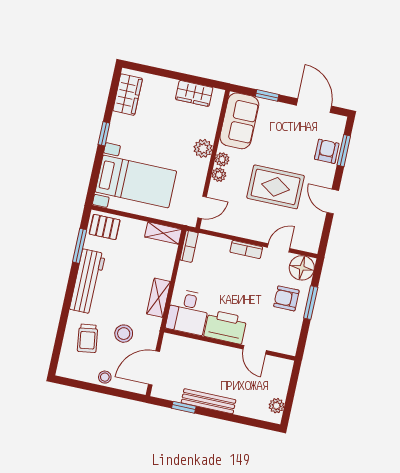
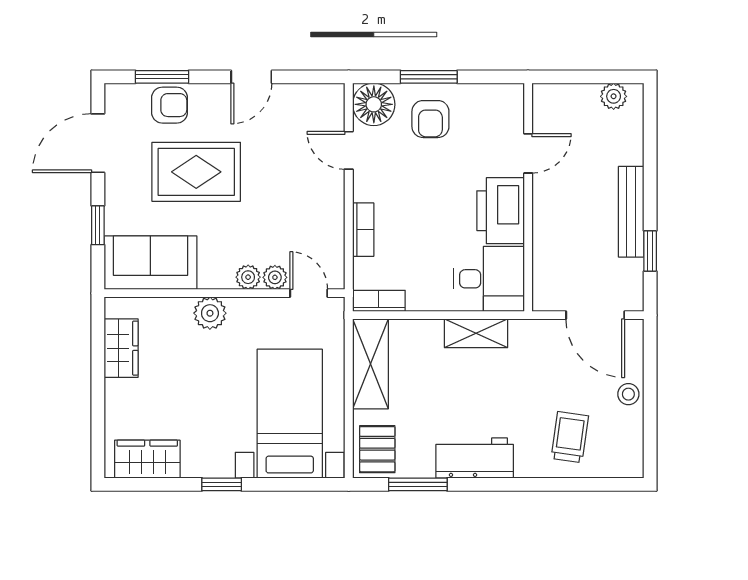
armchair: (327, 151) -> (170, 105), turned 180
plant: (222, 159) -> (275, 277), moved
rug: (276, 187) -> (196, 172), moved, turned 90
shelving: (163, 233) -> (371, 364), width x1.50, depth x1.33
bookcase: (246, 249) -> (363, 230), moved
workbench: (87, 281) -> (475, 458), width x0.73
stool: (124, 334) -> (549, 378), removed
trolley: (88, 338) -> (570, 437), turned -74

